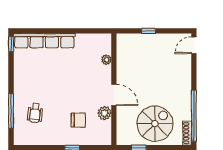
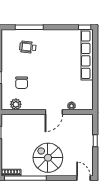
door: (114, 95) -> (54, 112), moved
plant: (104, 113) -> (16, 104), moved
spiral stairs: (155, 124) -> (48, 158), moved, turned 180

